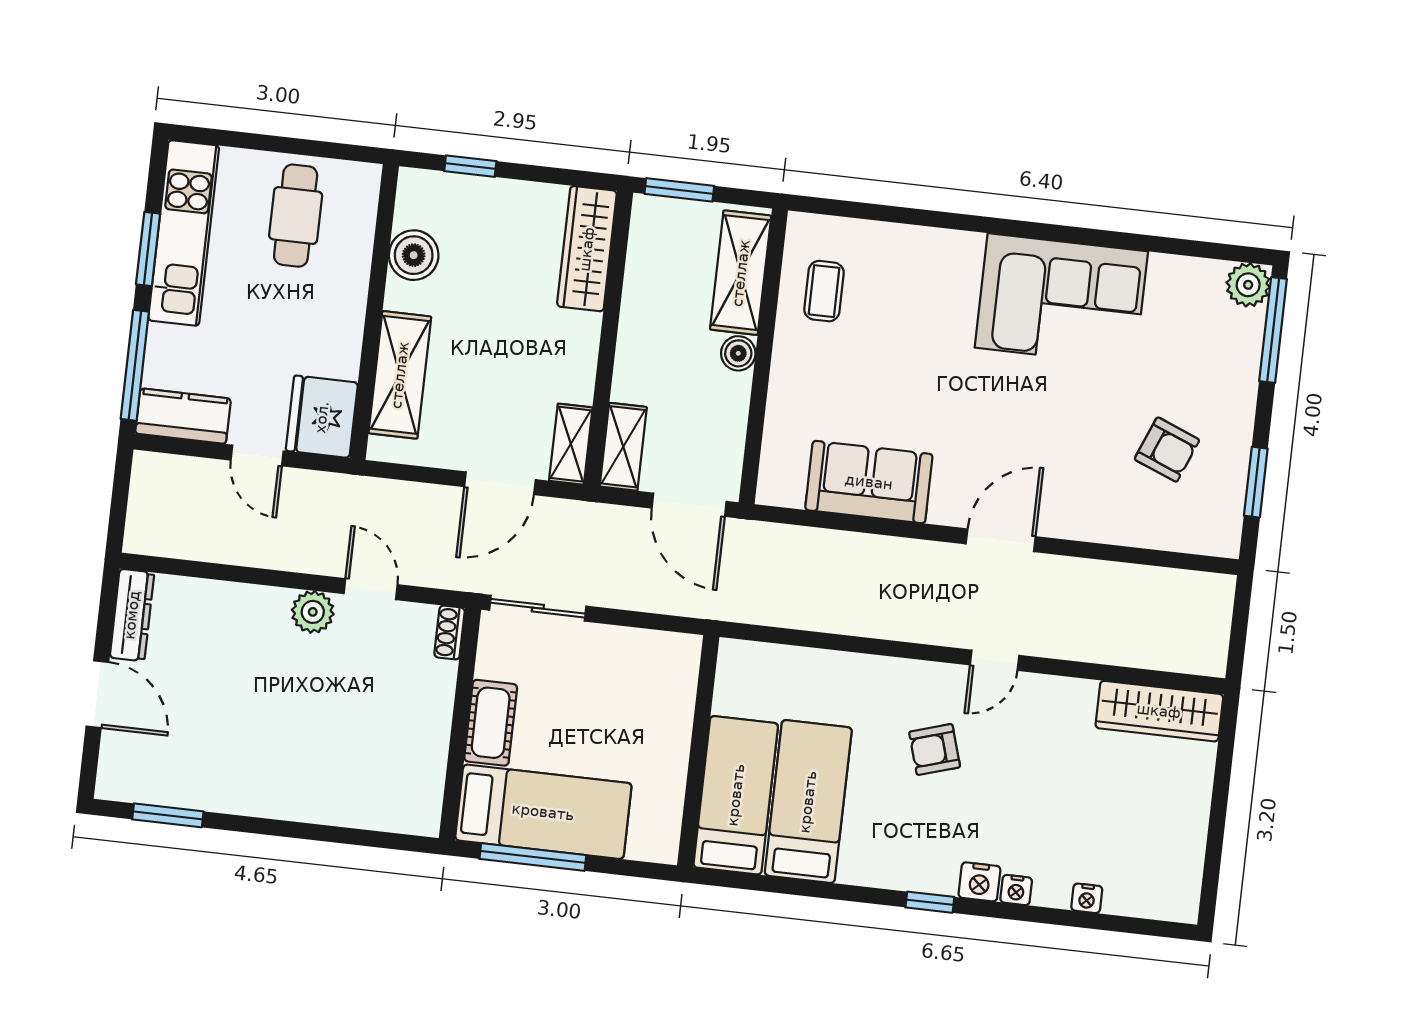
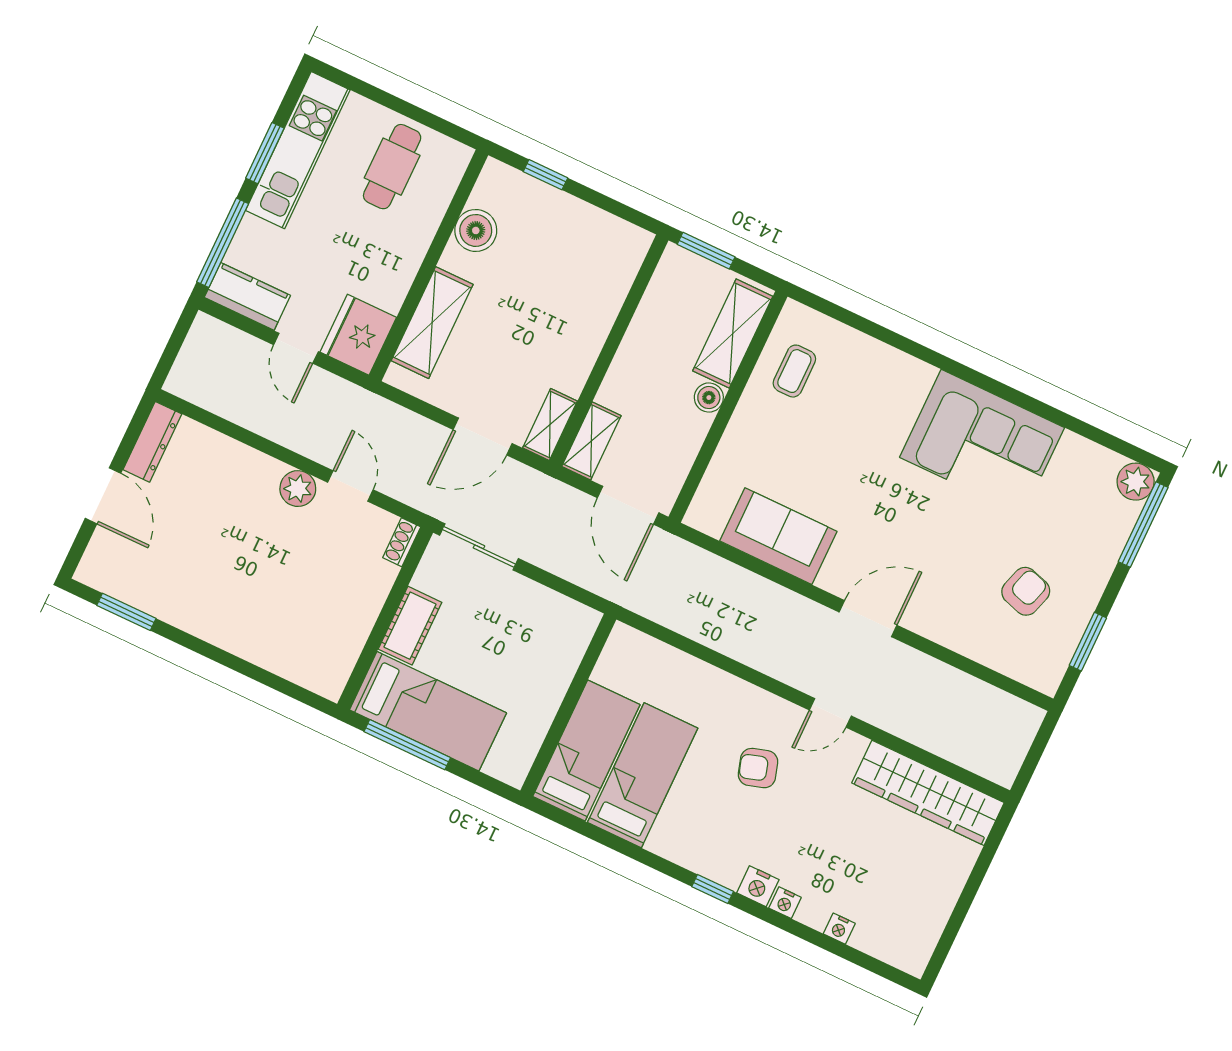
wardrobe: (587, 249) -> (616, 273), removed
armchair: (1167, 450) -> (1026, 591), turned -95
wardrobe: (1159, 711) -> (928, 793), width x1.40, depth x1.17

